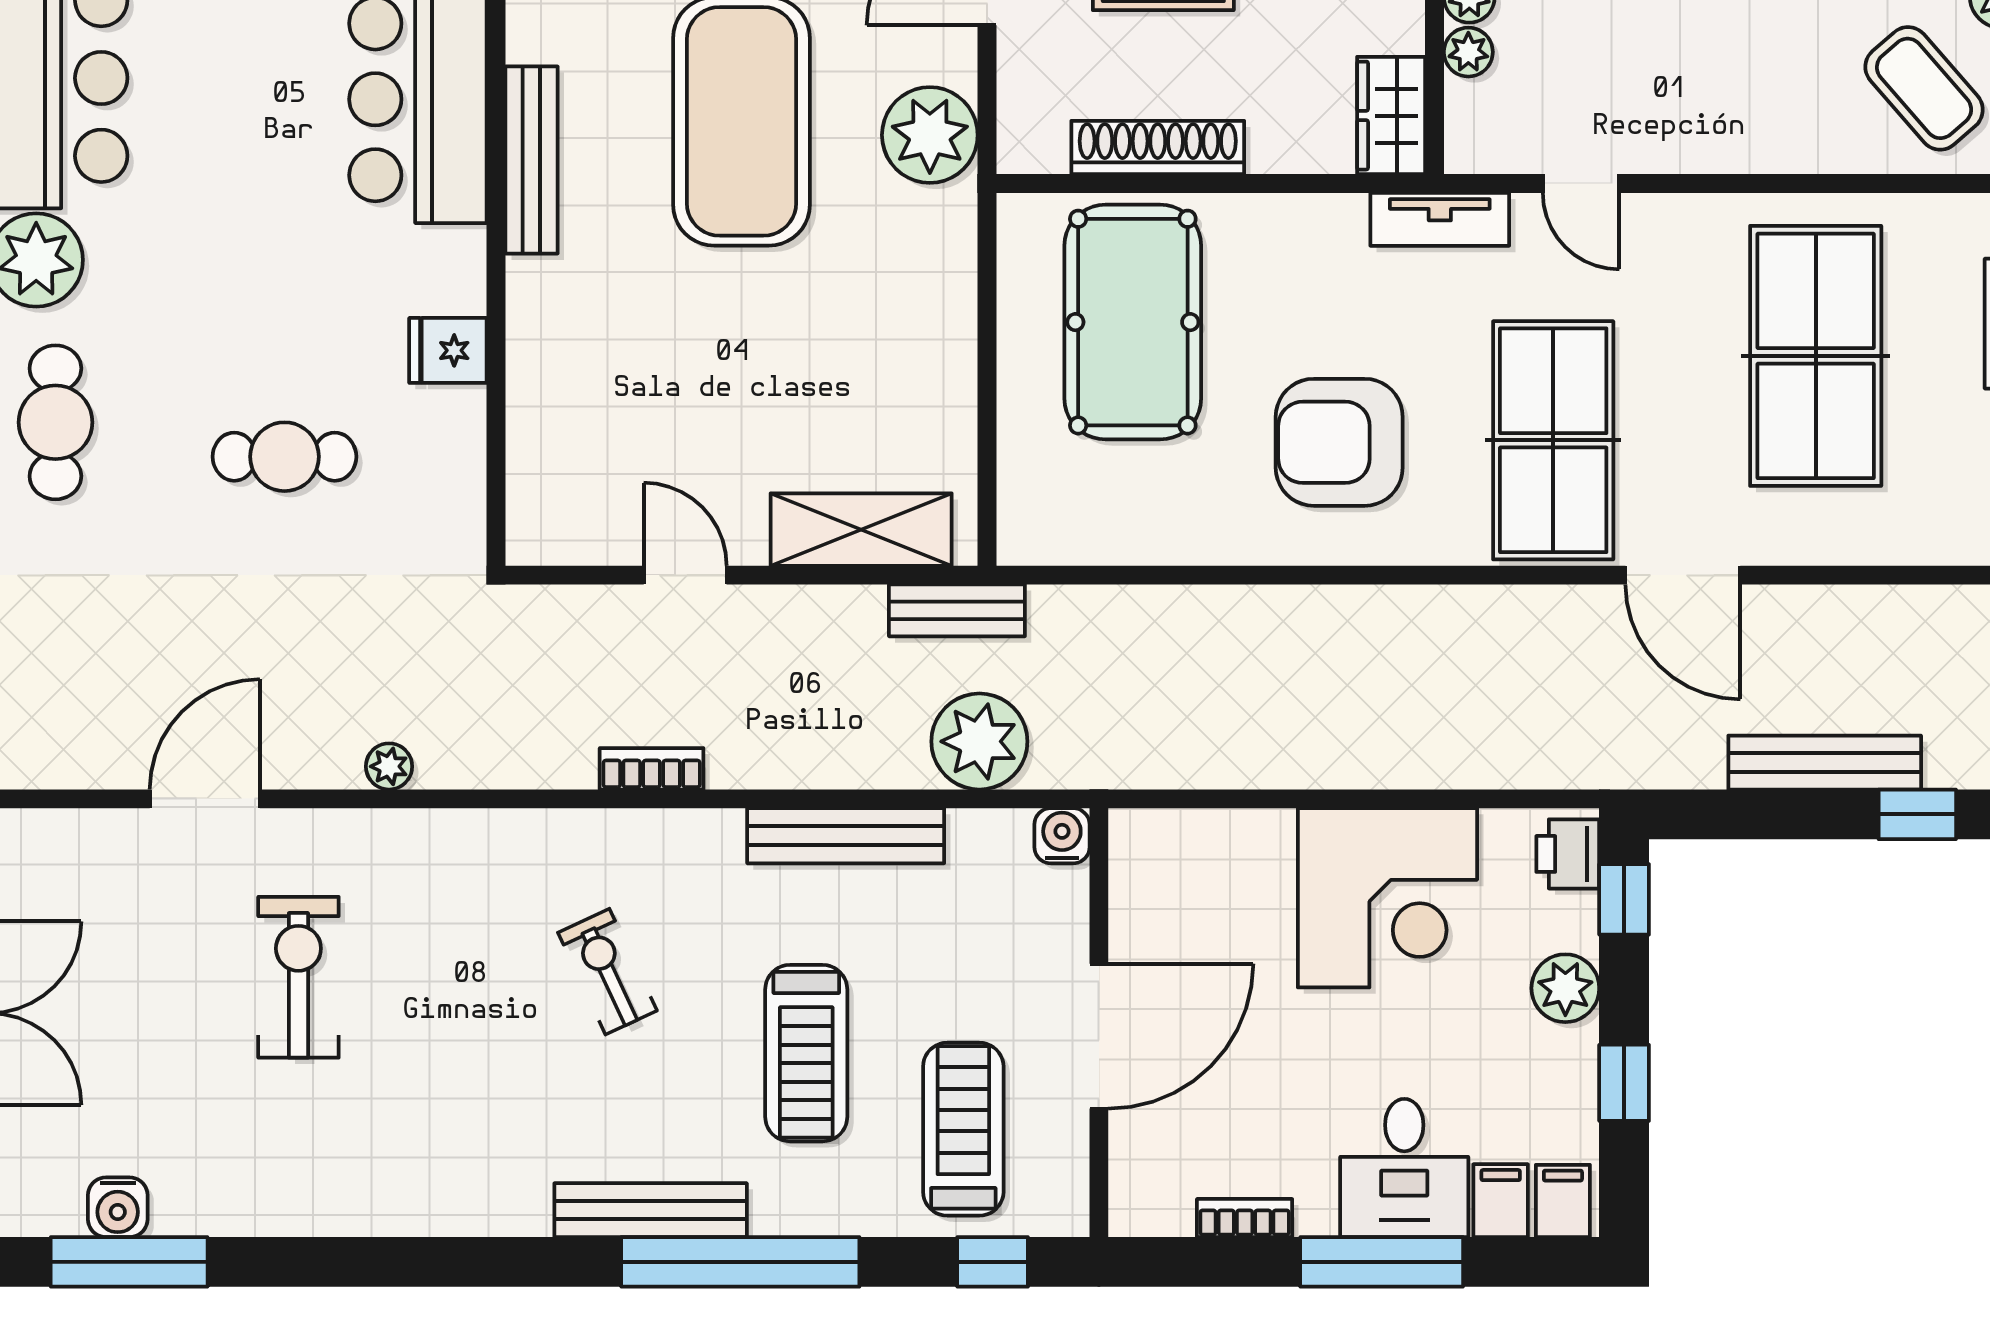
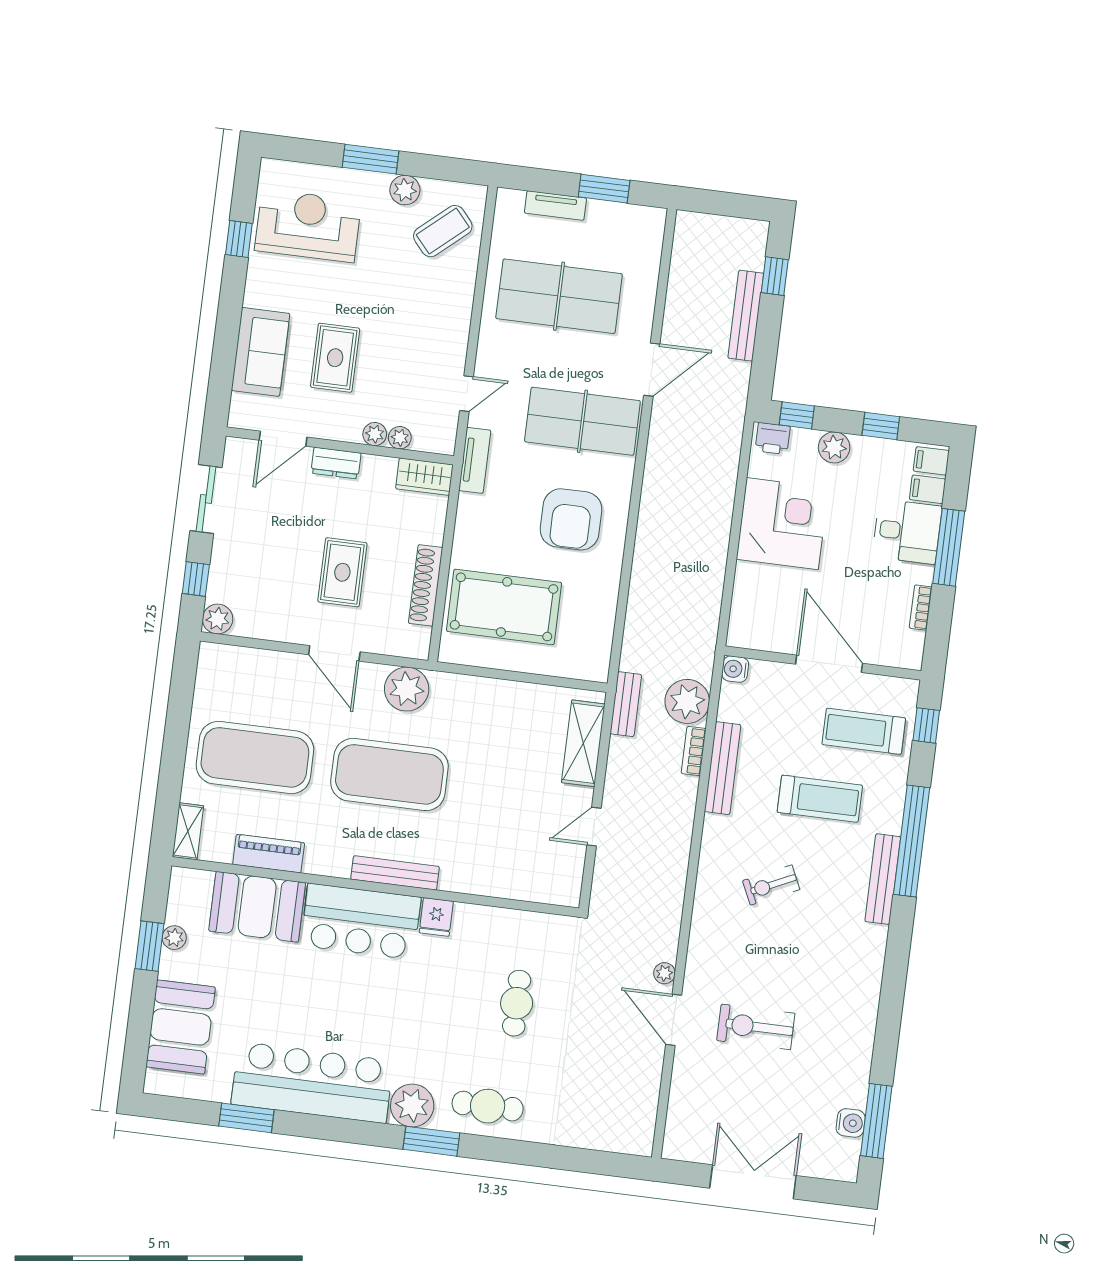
fridge: (448, 350) -> (436, 917), moved
bookcase: (652, 769) -> (694, 751), moved
door: (205, 799) -> (674, 1020), moved

